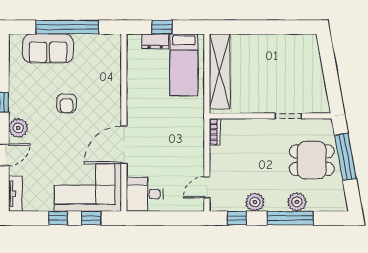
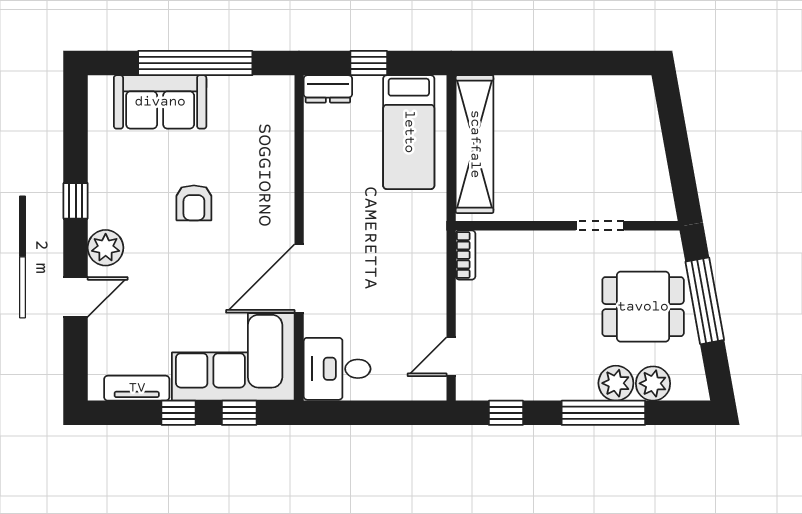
dresser: (155, 41) -> (328, 89), moved
tv unit: (15, 194) -> (137, 388), moved, turned -90
plant: (255, 202) -> (653, 383), moved

